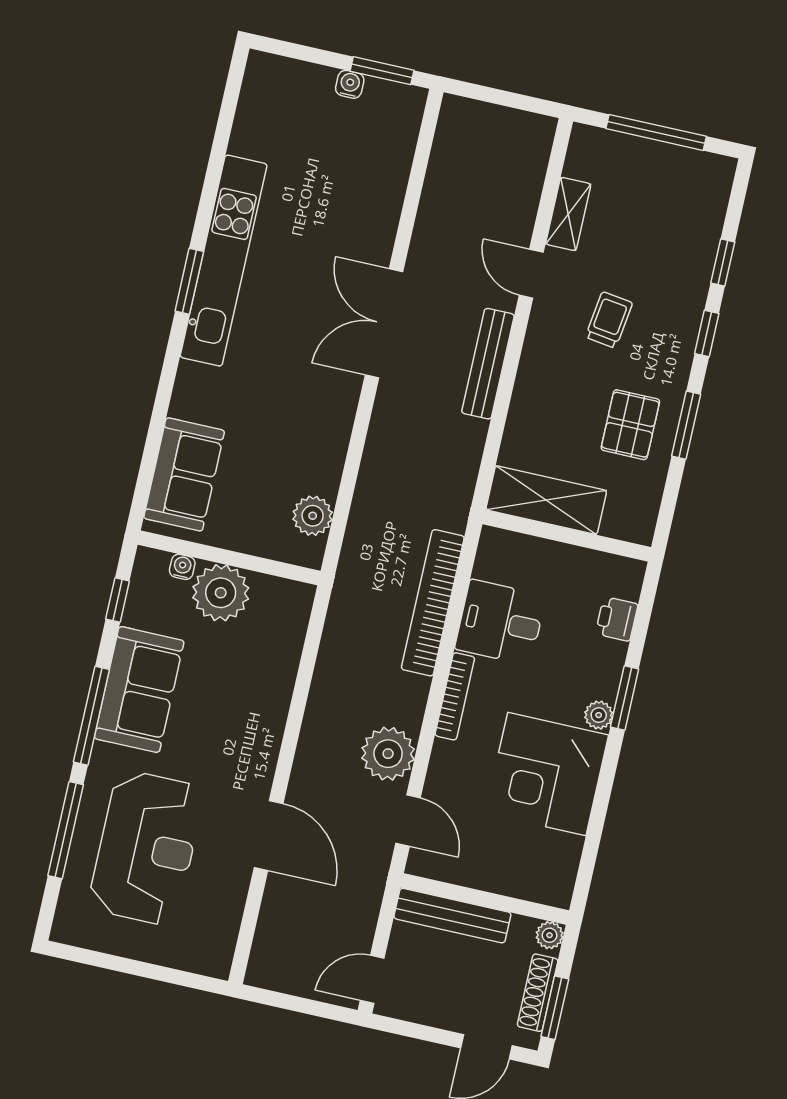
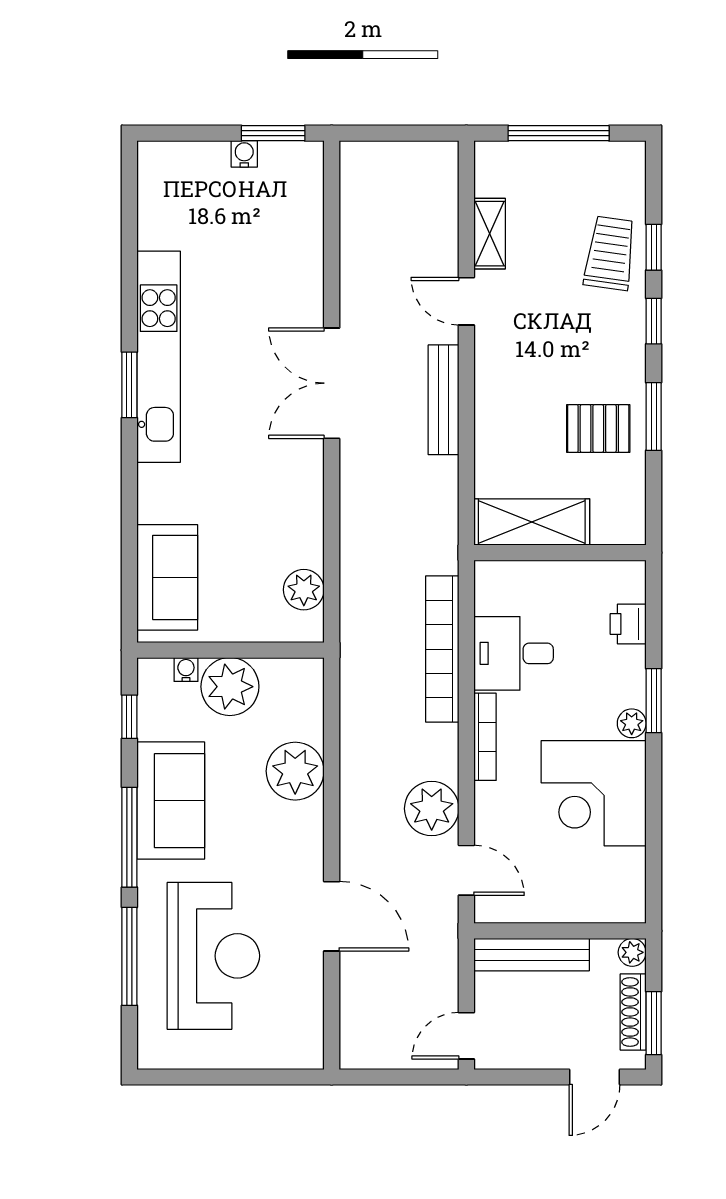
trolley: (609, 320) -> (610, 253), moved, width x1.36, depth x1.39
pallet: (630, 425) -> (598, 428), turned 90
plant: (265, 688) -> (295, 771), added

